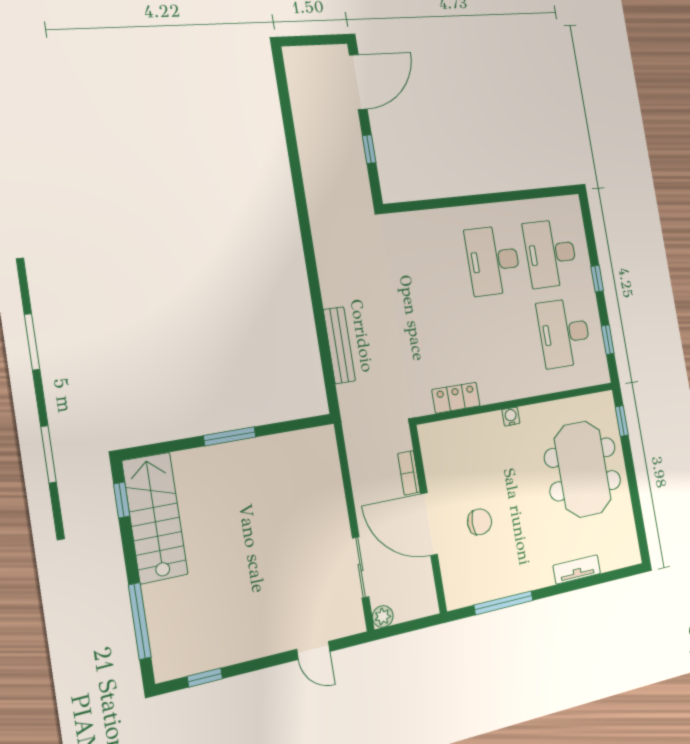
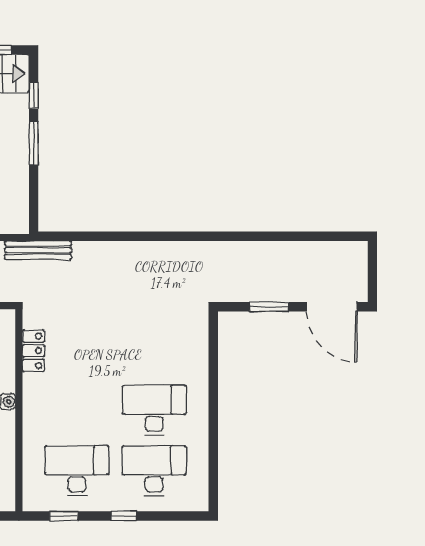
window: (369, 149) -> (269, 307), width x1.50
bench: (339, 345) -> (38, 250), moved
window: (172, 446) -> (34, 95), added

